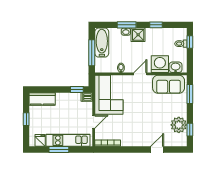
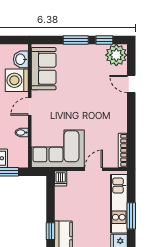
door: (140, 74) -> (30, 106), hinge flipped
window: (77, 89) -> (51, 231), moved
window: (190, 94) -> (76, 40), moved
door: (94, 122) -> (94, 169), hinge flipped
plant: (179, 125) -> (116, 55), moved

